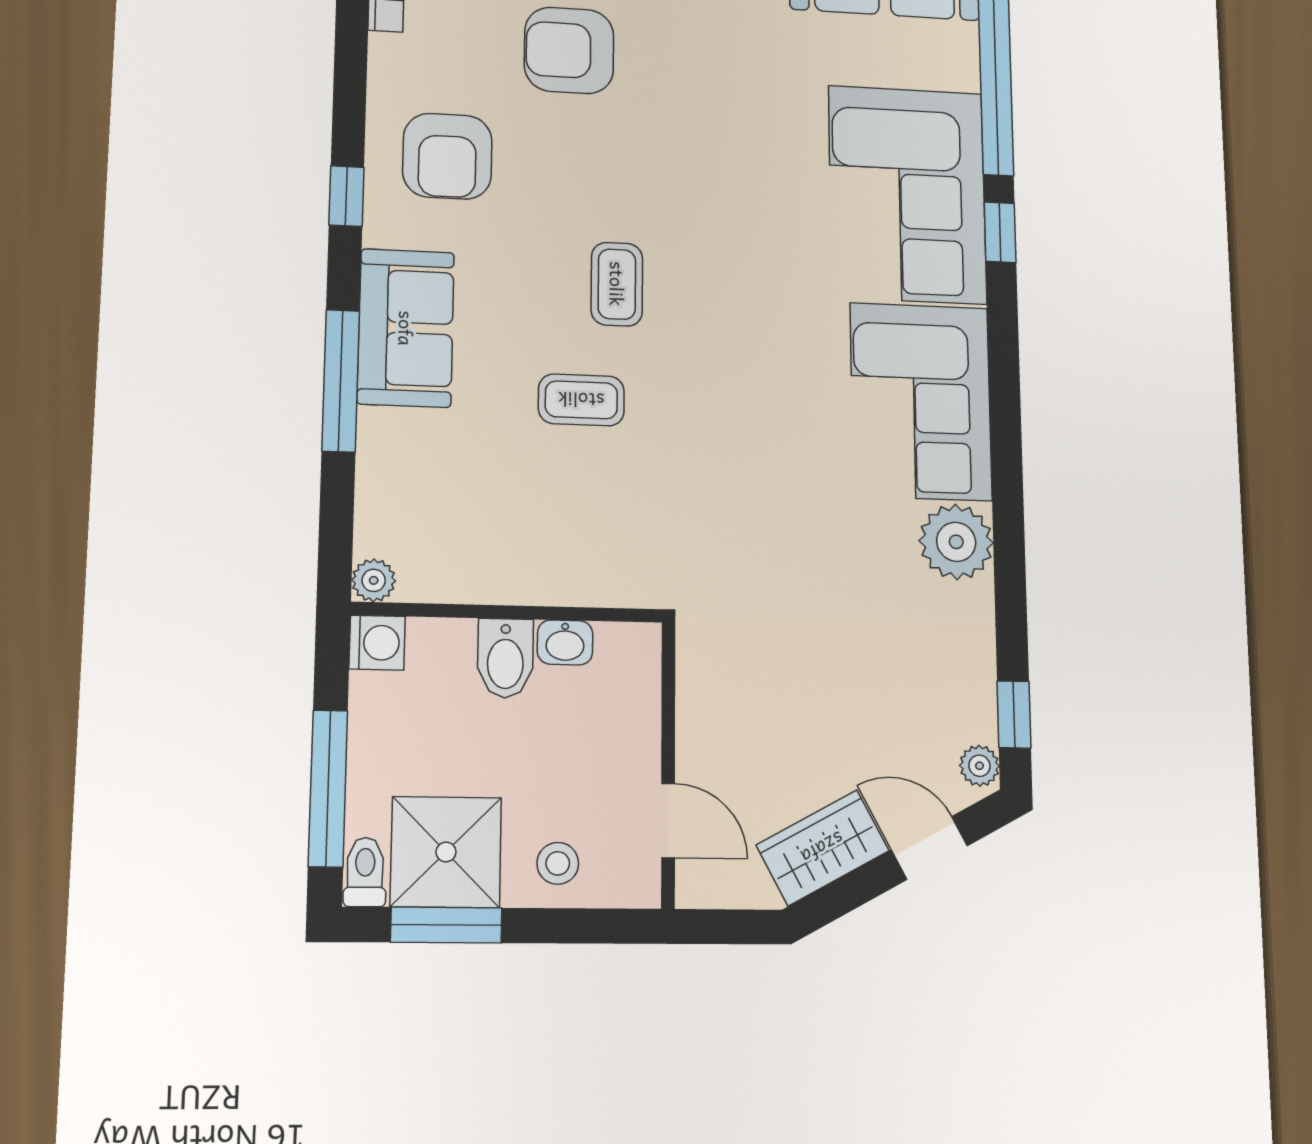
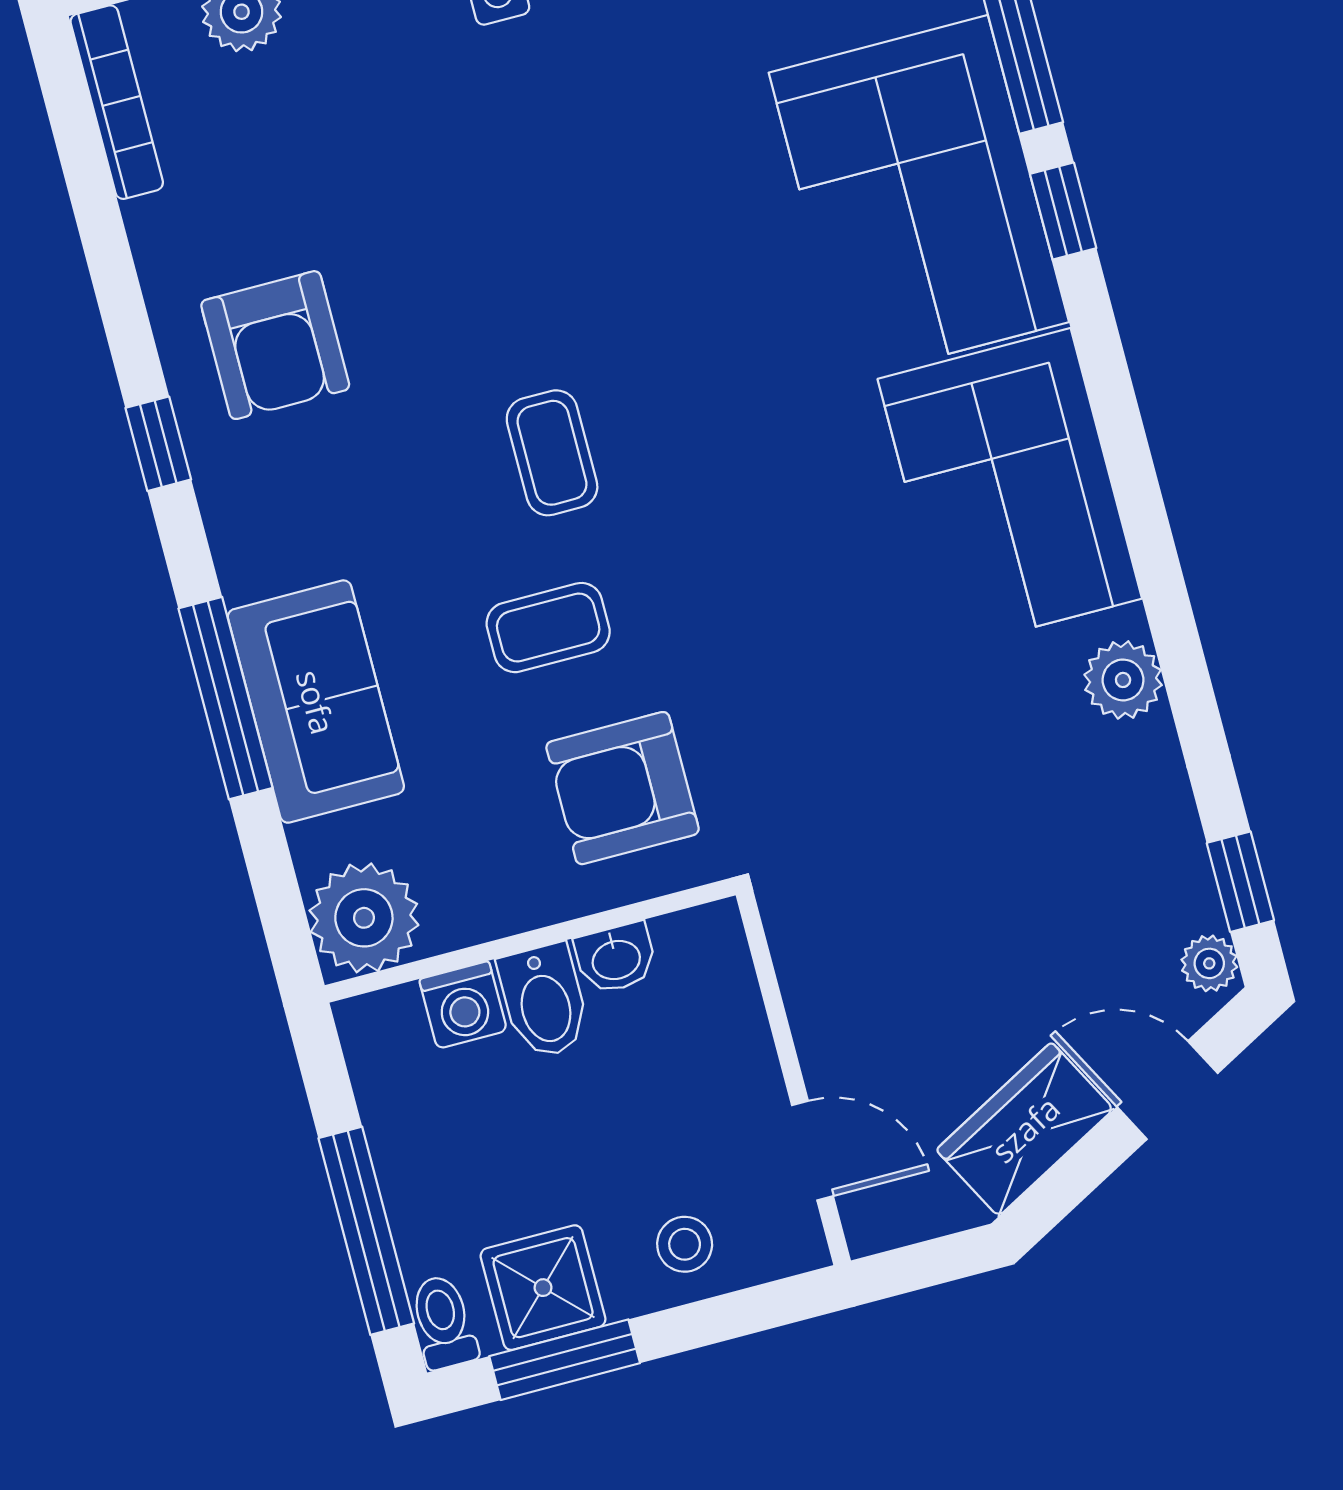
armchair: (569, 50) -> (623, 788), moved
sofa: (406, 328) -> (316, 702), moved
plant: (956, 542) -> (1123, 680), width x0.73, depth x0.73
plant: (374, 580) -> (364, 918), width x1.87, depth x1.87
washing machine: (377, 643) -> (463, 1005), moved, turned 90
shower: (446, 852) -> (543, 1288), width x0.73, depth x0.73

